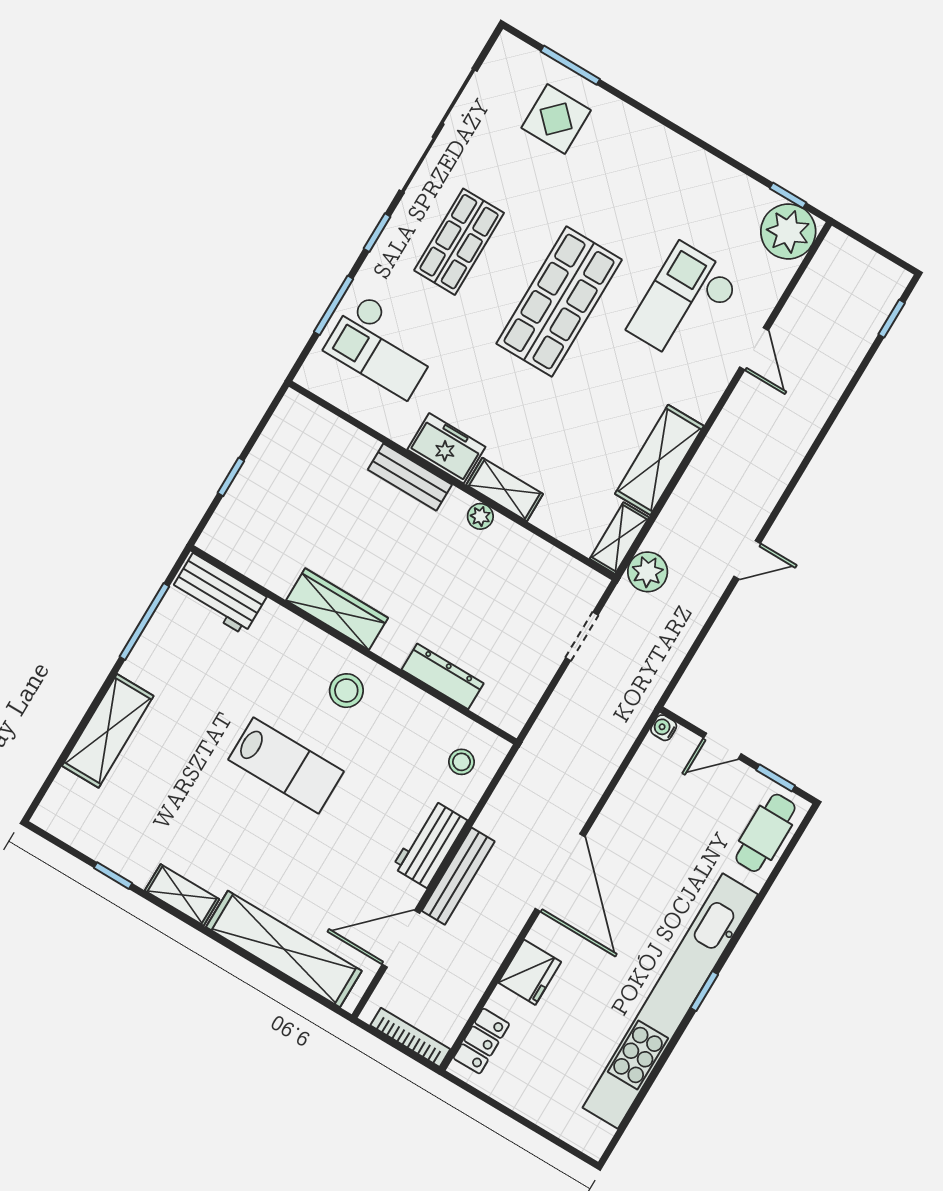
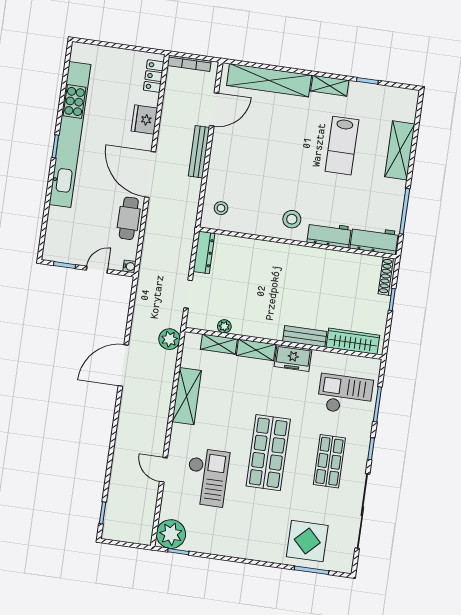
display table: (556, 119) -> (307, 541), width x1.36, depth x1.36
plant: (480, 516) -> (224, 326), moved
shoe rack: (222, 521) -> (387, 276), added
shelving: (619, 538) -> (219, 344), moved, turned 90
door: (747, 560) -> (123, 365), width x1.88
wardrobe: (337, 609) -> (353, 341), moved, turned 180
dresser: (443, 676) -> (204, 252), moved, turned -90
lab bench: (286, 766) -> (342, 146), moved, turned -90
cafe table: (766, 833) -> (129, 218), moved
workbench: (430, 844) -> (329, 235), moved, turned -90

